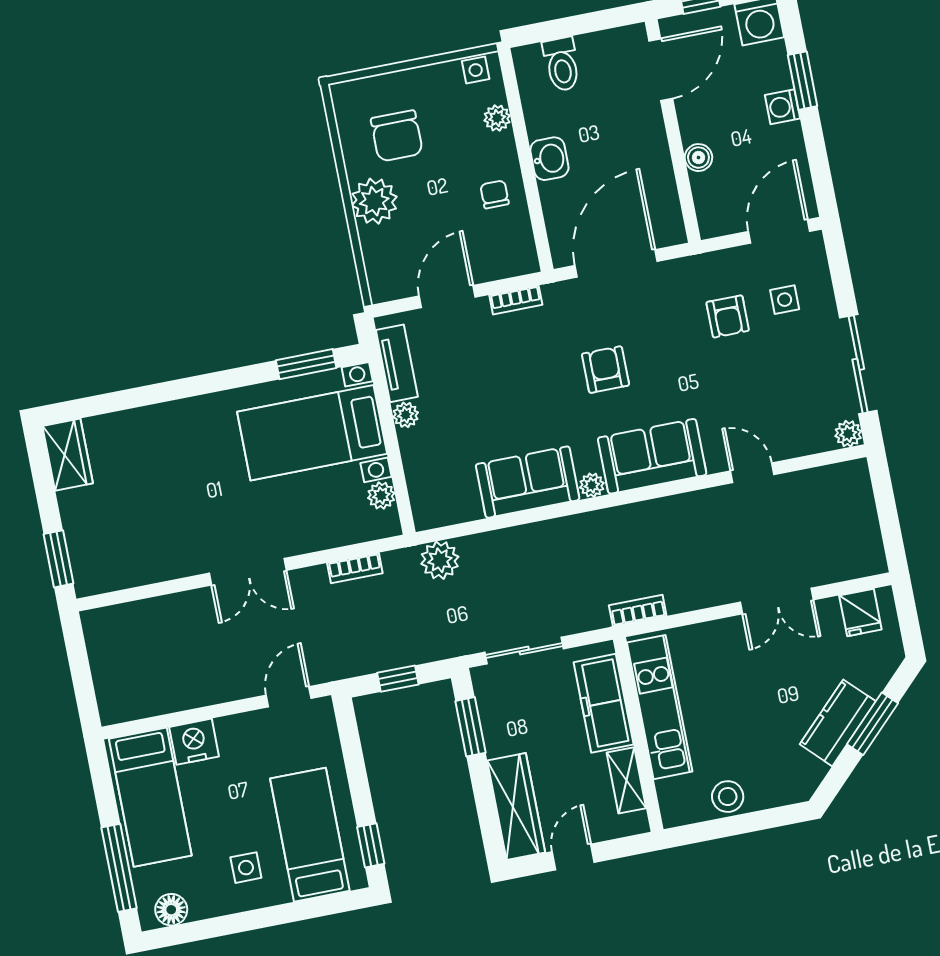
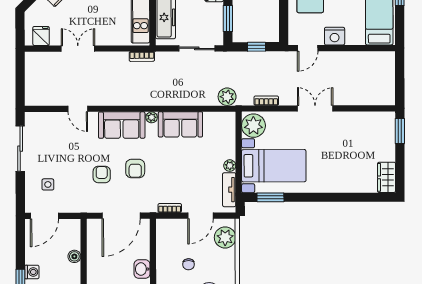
chair: (495, 194) -> (189, 264), moved
plant: (374, 201) -> (225, 237), moved
armchair: (728, 316) -> (102, 175), moved
plant: (848, 434) -> (31, 118), removed
plant: (381, 496) -> (253, 126), width x1.87, depth x1.87
nightstand: (194, 742) -> (335, 36), moved

